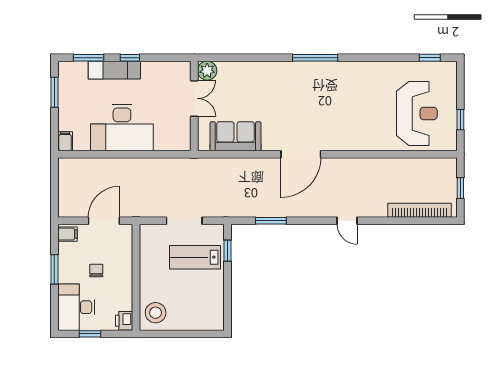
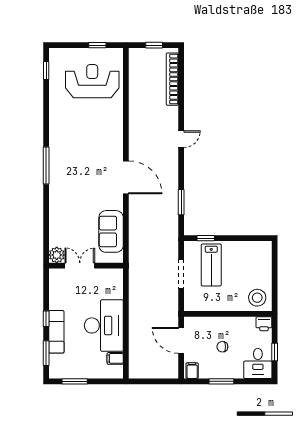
filing cabinet: (65, 141) -> (115, 358), moved
desk: (76, 307) -> (258, 363), width x0.73

